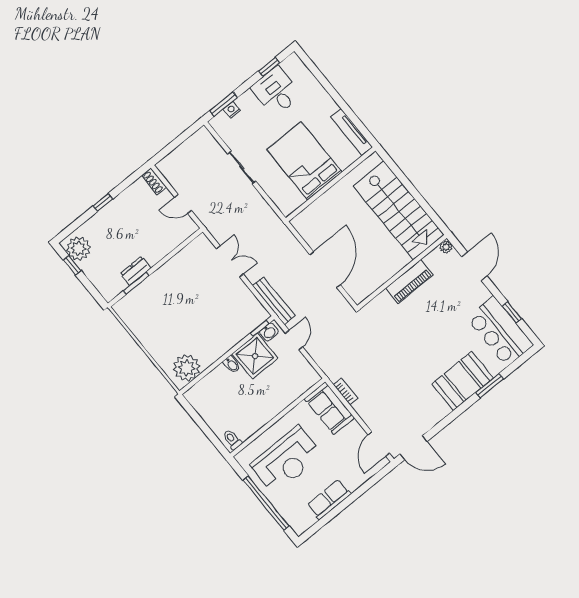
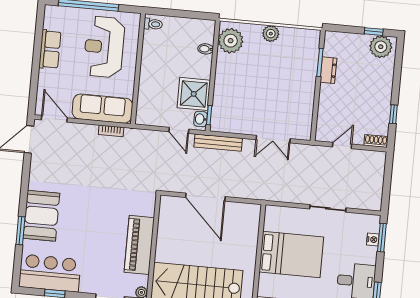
window: (103, 202) -> (393, 114), moved
piano: (409, 282) -> (139, 245), width x1.37, depth x1.33
plant: (151, 342) -> (271, 34), added
bidet: (232, 364) -> (206, 49), moved
sofa: (329, 408) -> (102, 109), width x1.36

